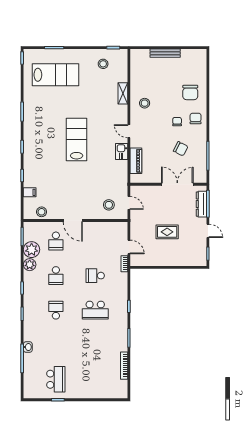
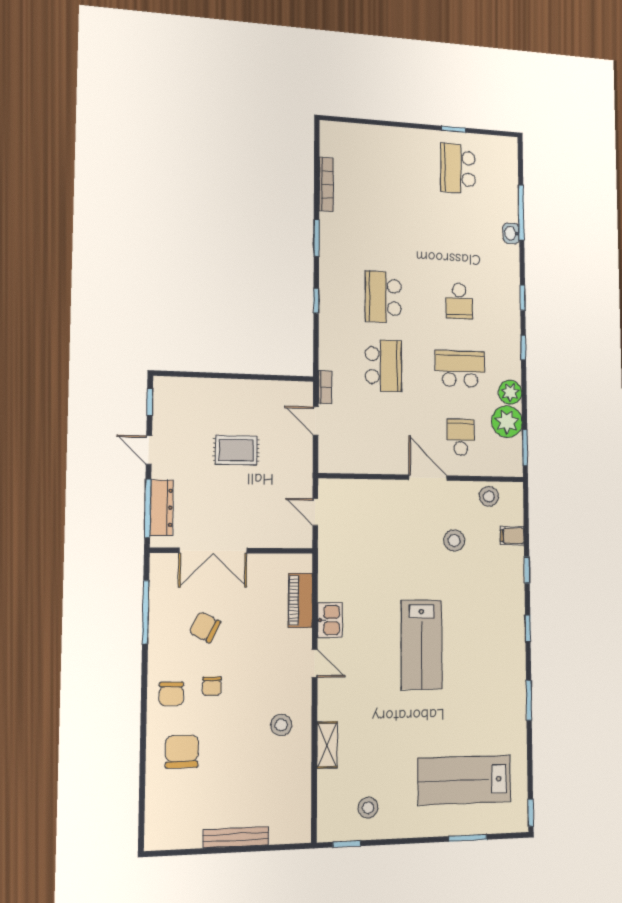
stool: (109, 205) -> (454, 540), moved
school desk: (56, 276) -> (460, 369), width x1.85
school desk: (95, 276) -> (383, 366), width x1.85
school desk: (95, 310) -> (383, 297), turned -90

